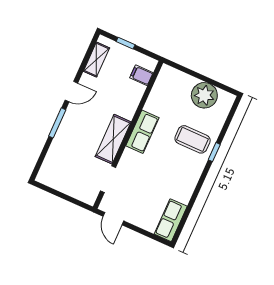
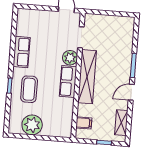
shelving: (113, 139) -> (87, 77), width x1.47
coffee table: (193, 139) -> (29, 89), turned 90
plant: (130, 159) -> (70, 58), added
row of seats: (171, 220) -> (22, 52), moved

